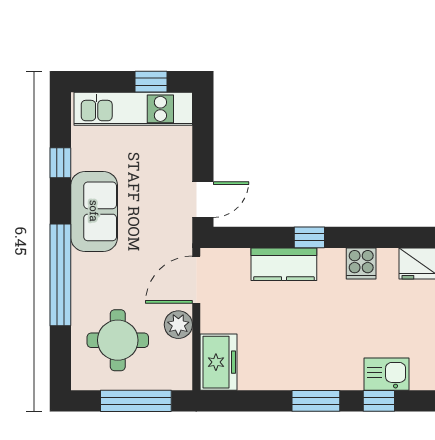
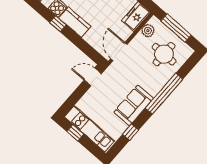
window: (309, 237) -> (58, 24), moved
kitchen counter: (284, 264) -> (75, 22), moved
door: (196, 280) -> (119, 51), swing flipped
plant: (178, 325) -> (148, 31), moved

